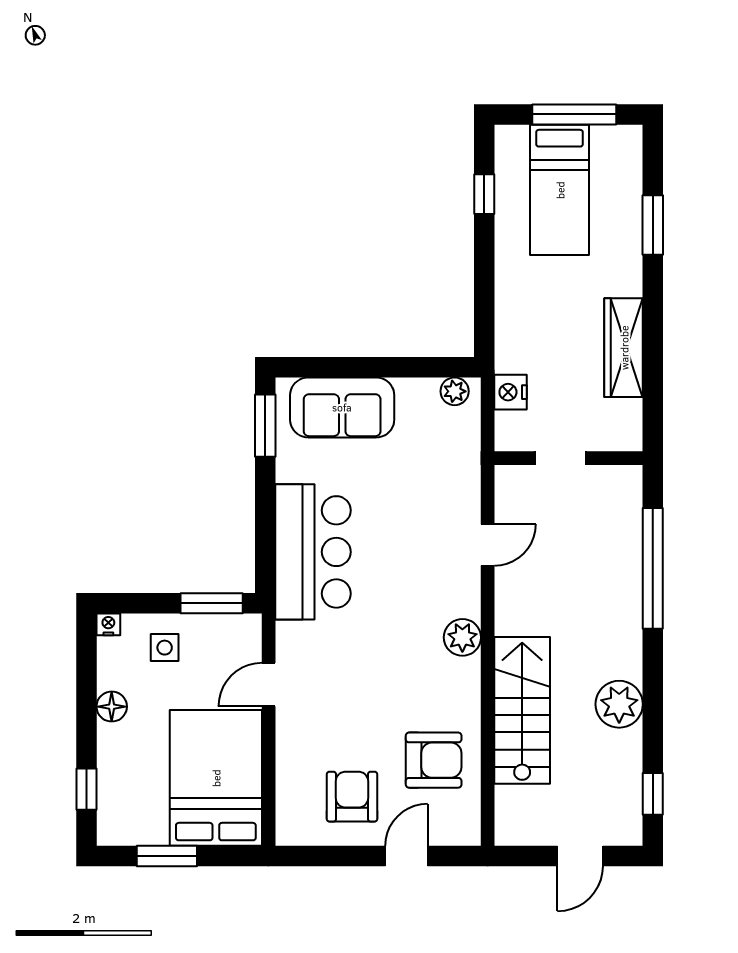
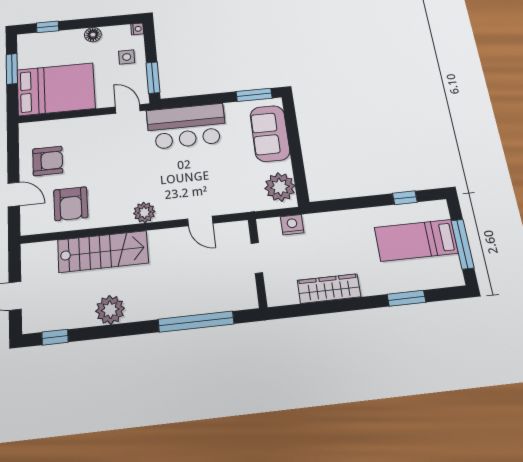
plant: (455, 391) -> (280, 187), width x1.87, depth x1.87
door: (269, 685) -> (128, 109), moved

